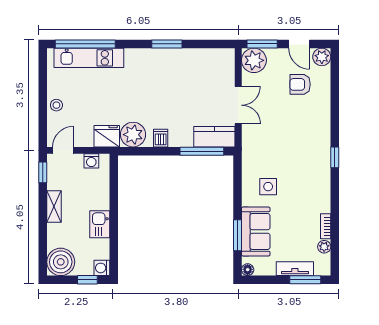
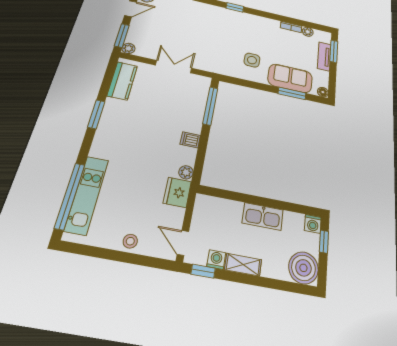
plant: (254, 60) -> (128, 48), width x0.53, depth x0.53
armchair: (300, 84) -> (167, 16), removed
plant: (133, 135) -> (186, 172), width x0.53, depth x0.53
kitchen counter: (214, 137) -> (122, 81), moved, turned 180
washing machine: (91, 161) -> (216, 260), moved, turned -90
kitchen sink: (100, 224) -> (263, 216), width x1.38

